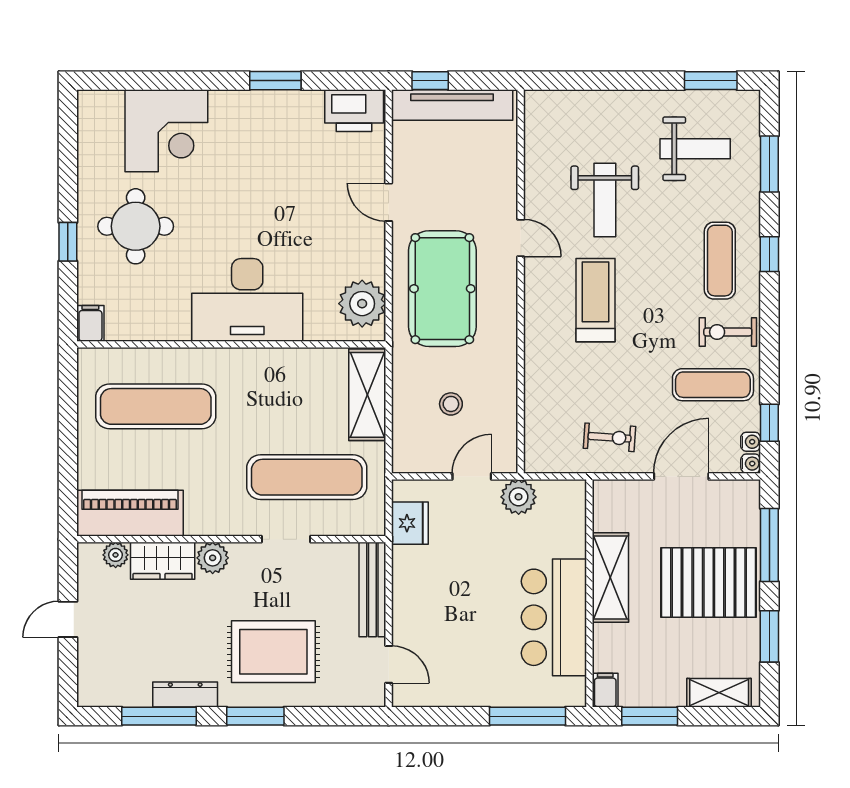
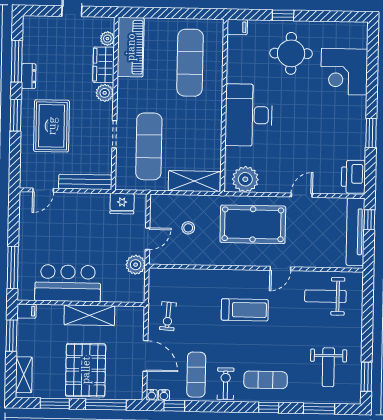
weight bench: (605, 200) -> (325, 296), moved
door: (472, 476) -> (148, 239), hinge flipped
dresser: (185, 694) -> (29, 76), width x0.70

